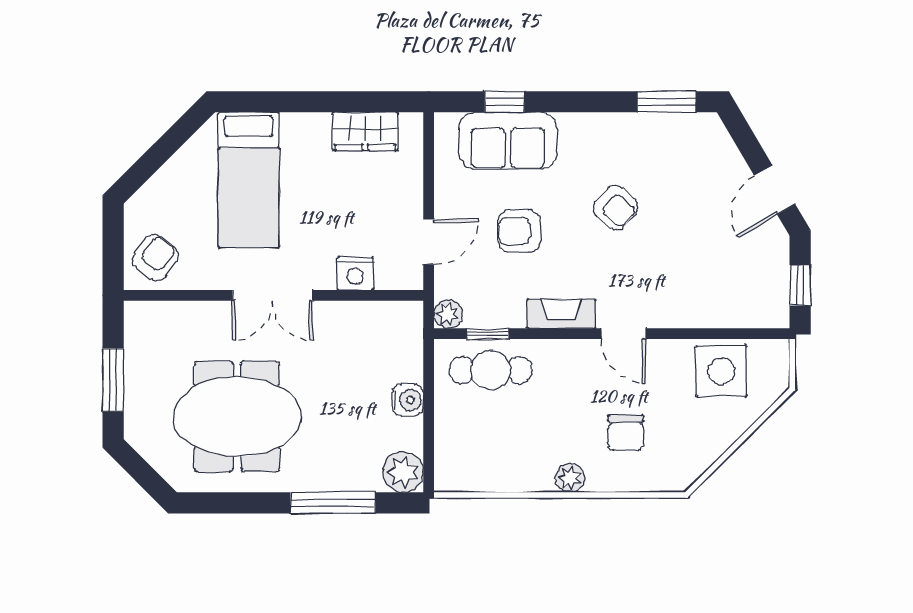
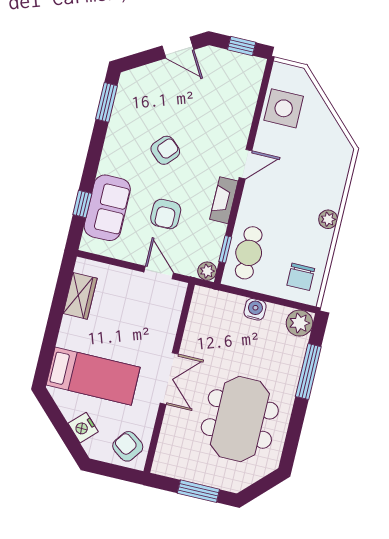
nightstand: (355, 273) -> (83, 428), moved, turned 135
chair: (626, 433) -> (301, 277), moved, turned 90

